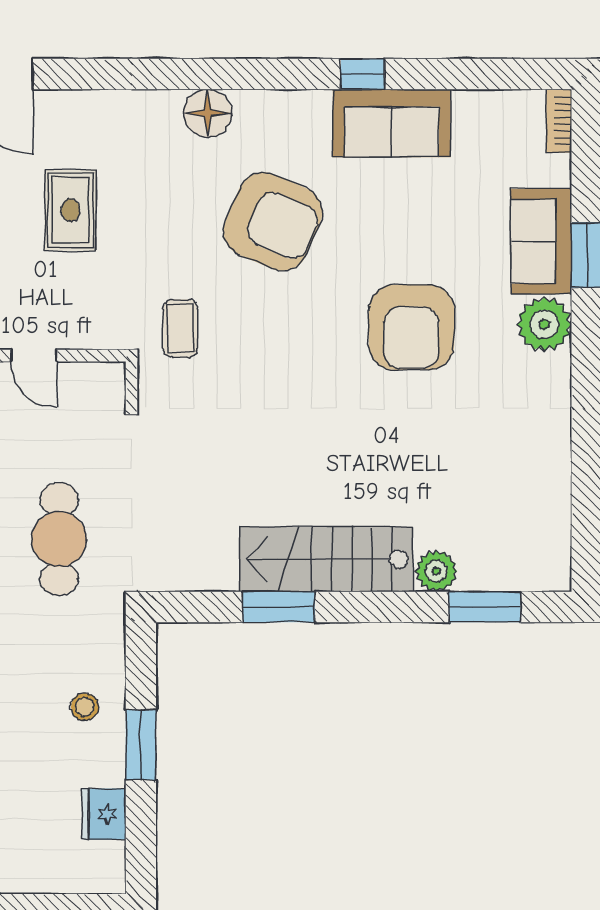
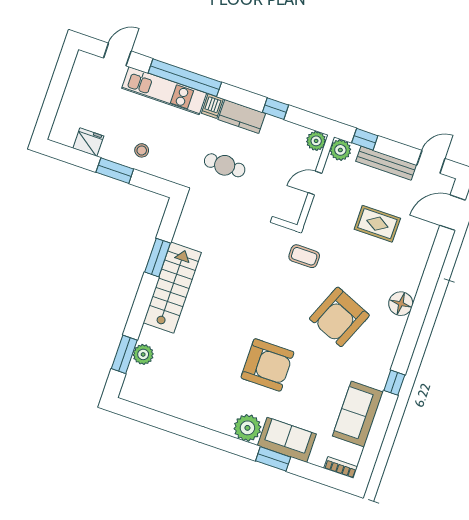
sofa: (392, 123) -> (358, 414), moved
armchair: (411, 327) -> (267, 365), turned 180
cafe table: (59, 539) -> (225, 165), width x0.73, depth x0.74
plant: (436, 571) -> (143, 354), moved

